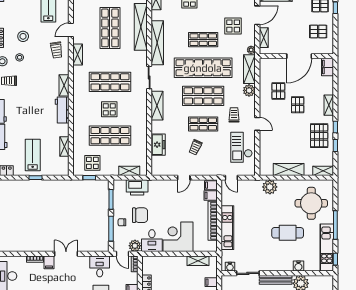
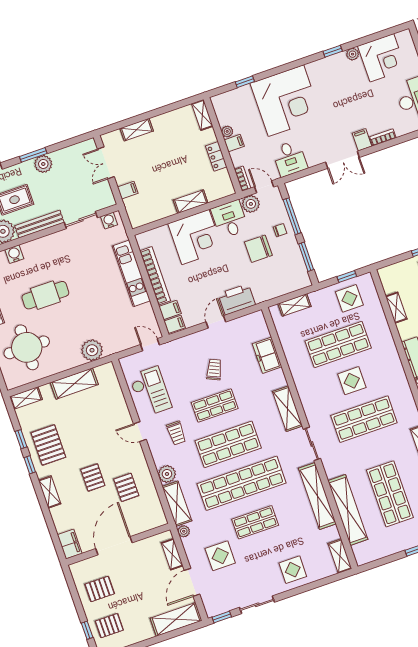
printer: (137, 187) -> (237, 299), moved
shelving: (198, 261) -> (191, 202), moved

